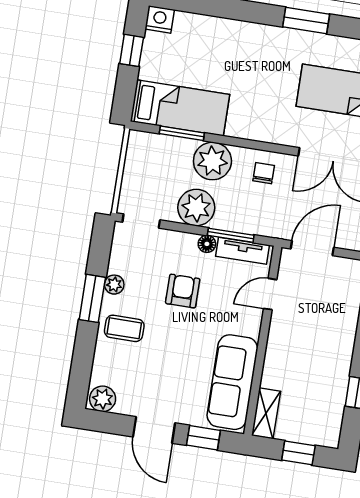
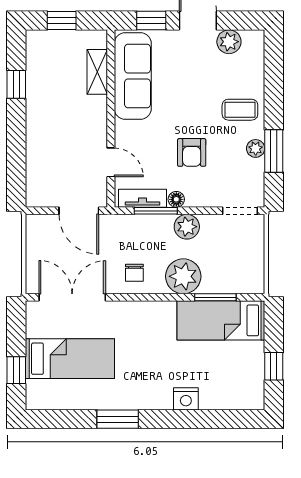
nightstand: (160, 19) -> (186, 399), moved
plant: (196, 208) -> (187, 227), width x0.73, depth x0.73
door: (312, 248) -> (79, 211), hinge flipped
door: (270, 294) -> (111, 162), hinge flipped
window: (92, 298) -> (274, 151), moved
plant: (103, 399) -> (229, 42), moved
shelving: (266, 413) -> (97, 72), moved

